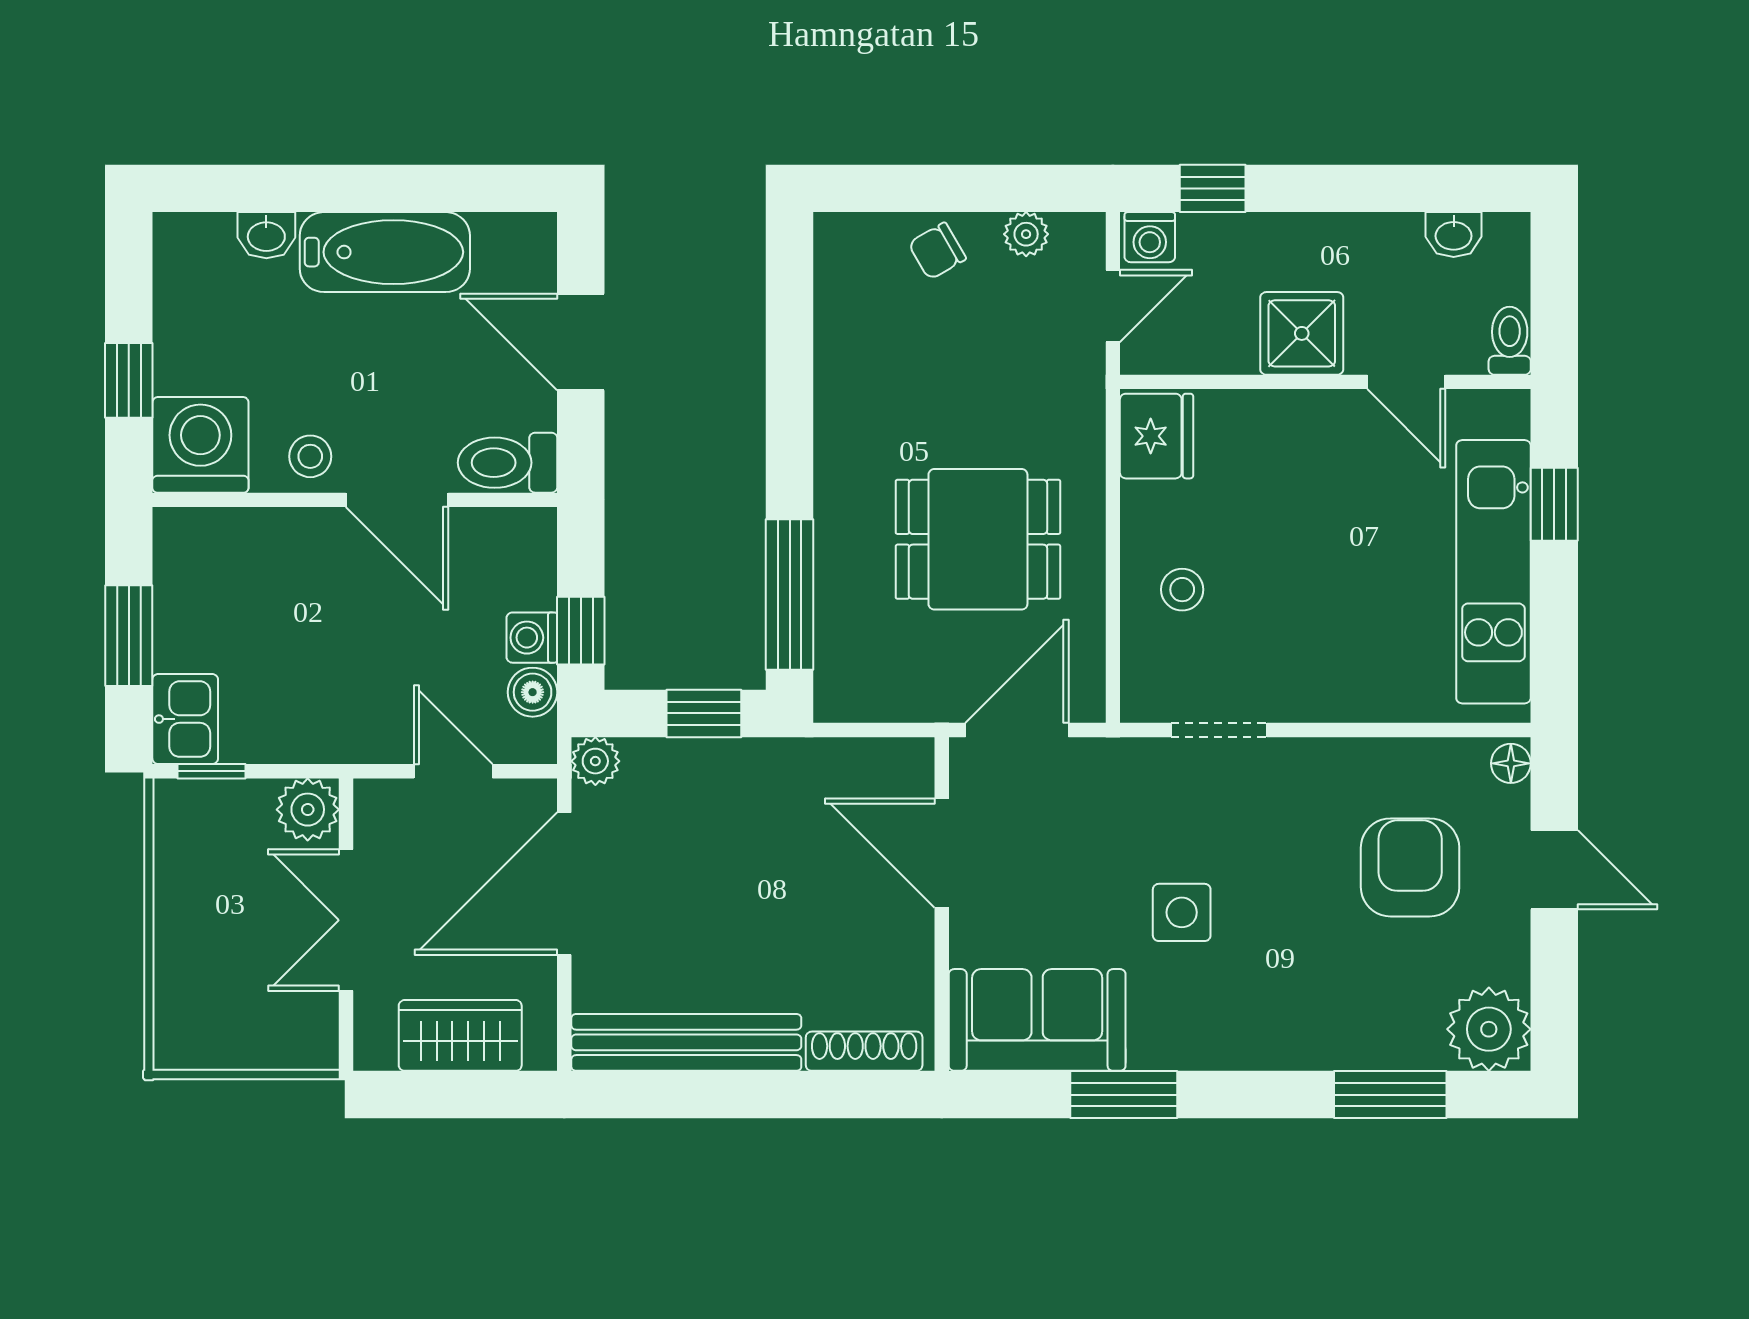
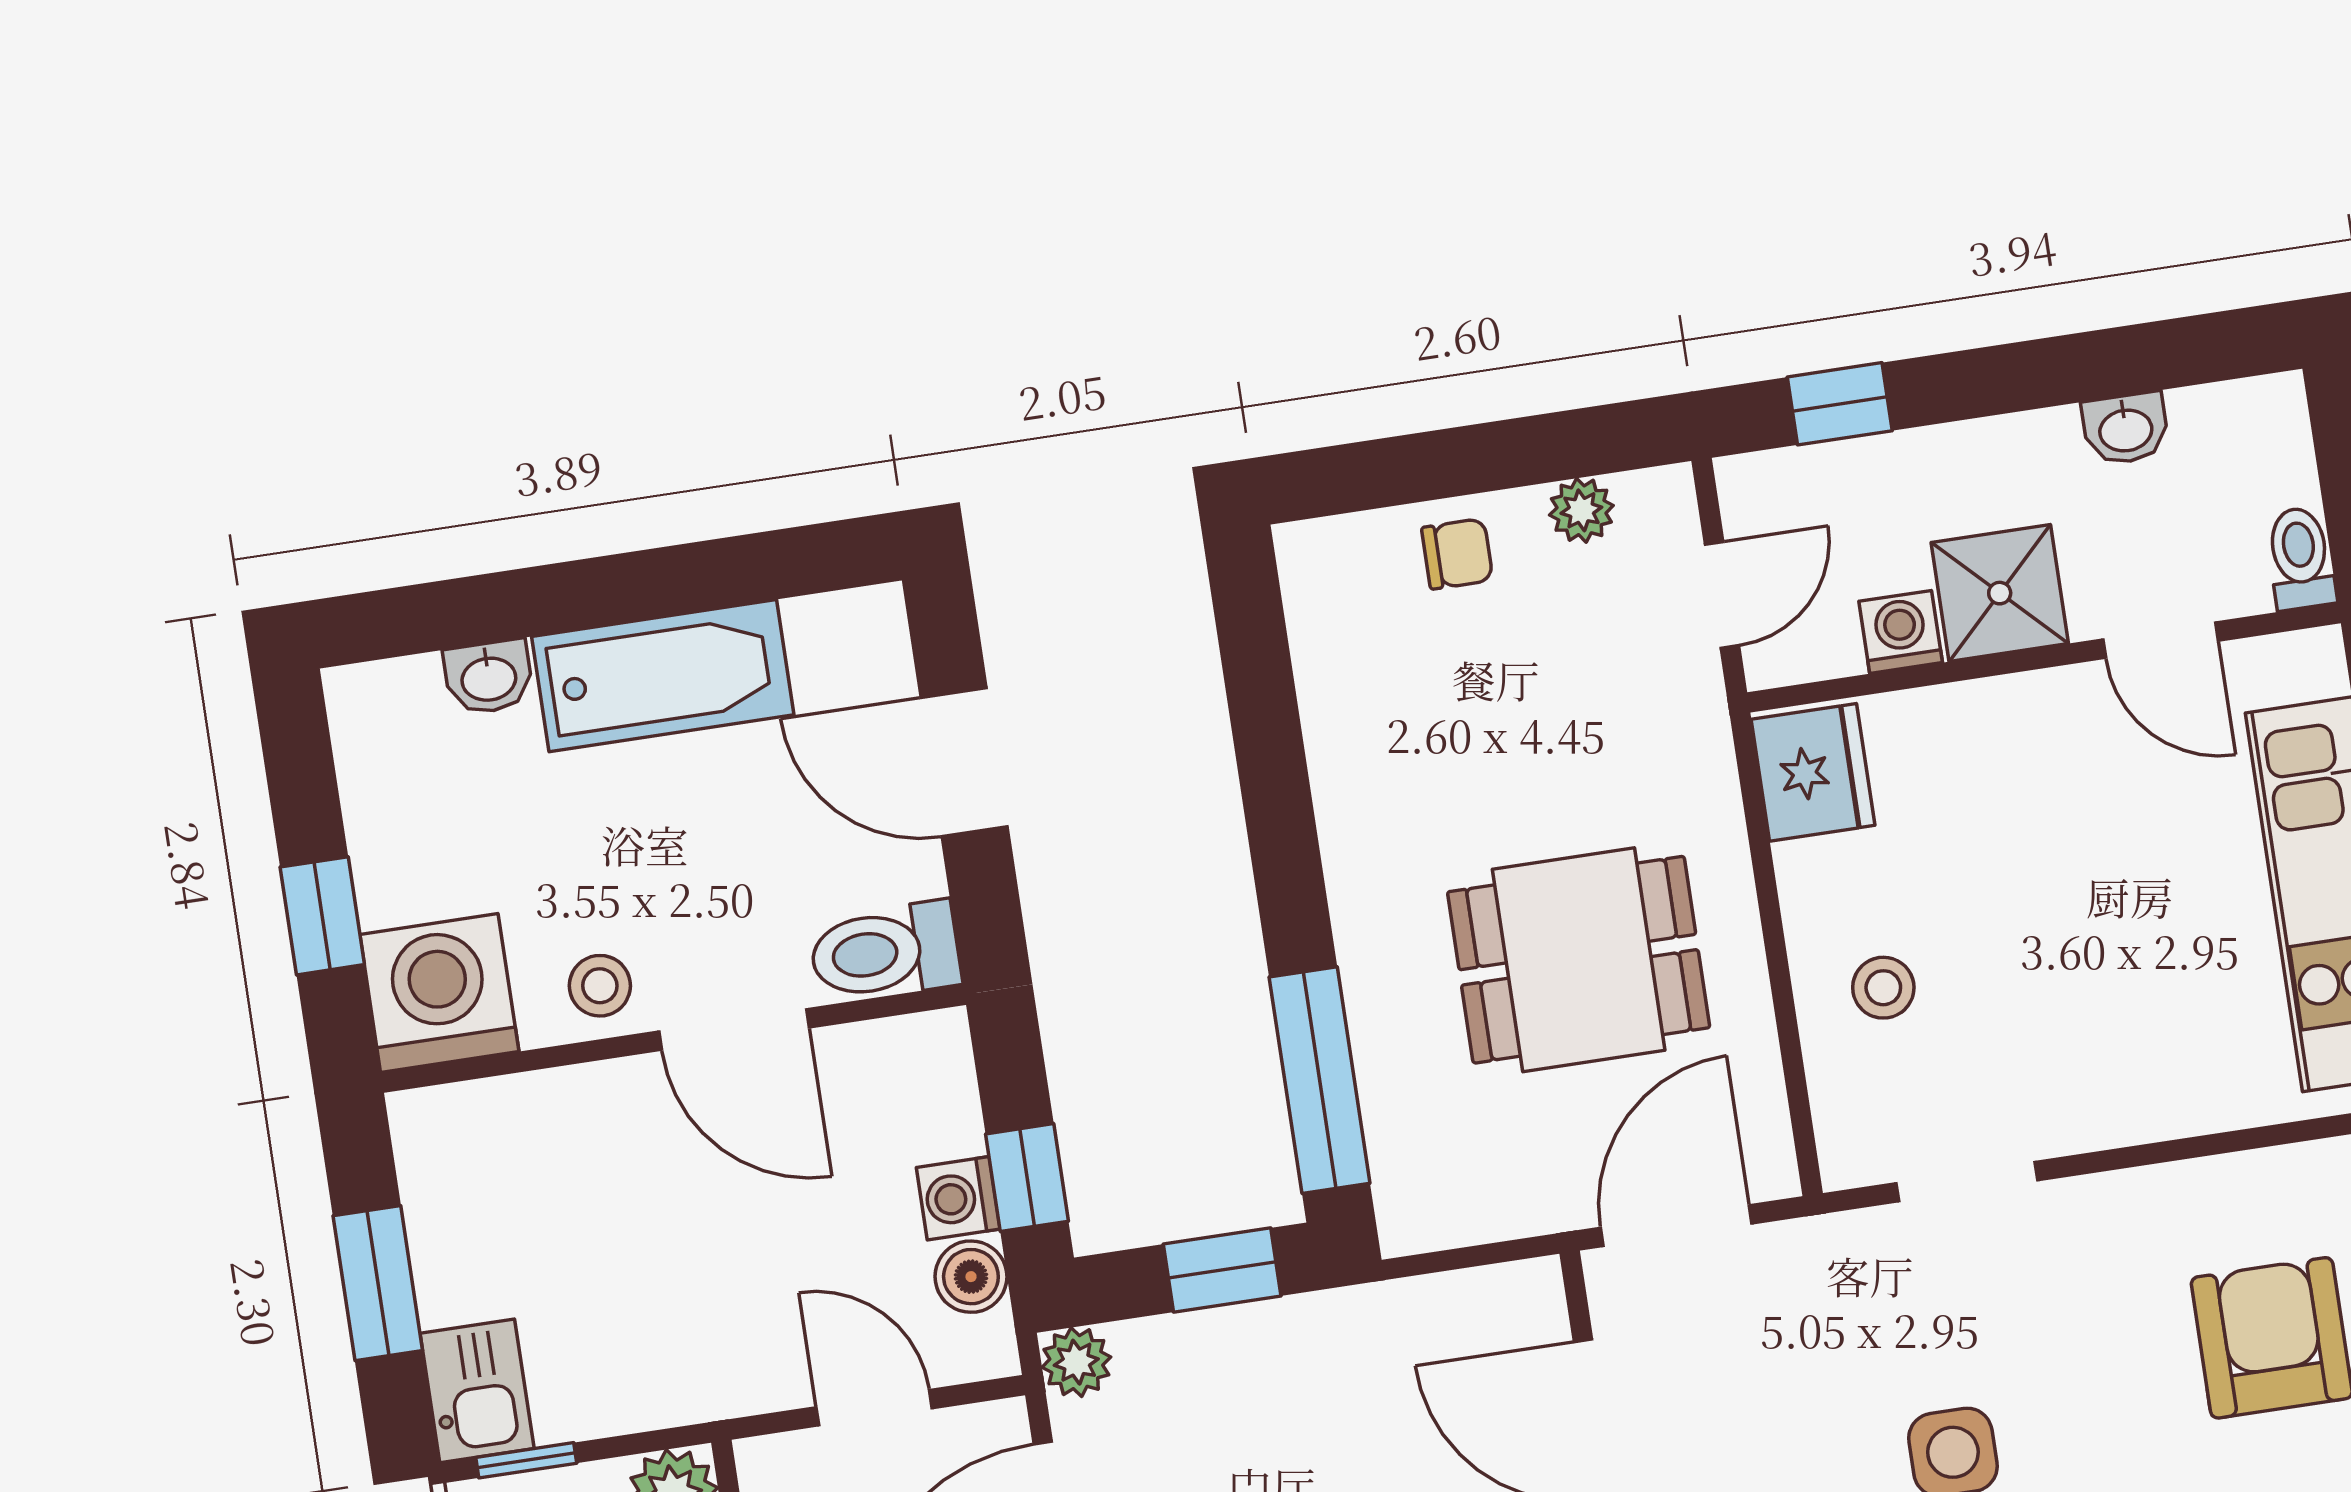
washbasin: (1454, 235) -> (2126, 429), moved
washing machine: (1150, 237) -> (1901, 632), moved, turned 180
chair: (937, 251) -> (1457, 554), turned -150

